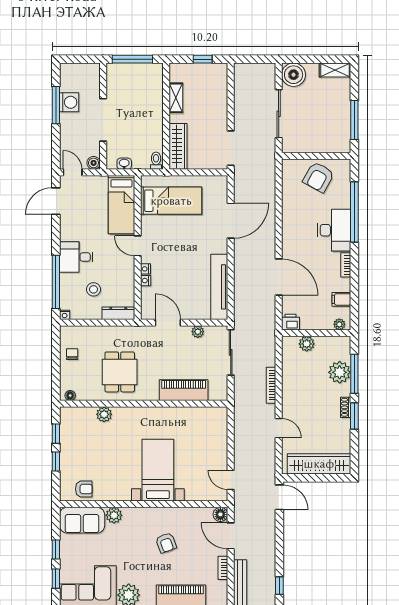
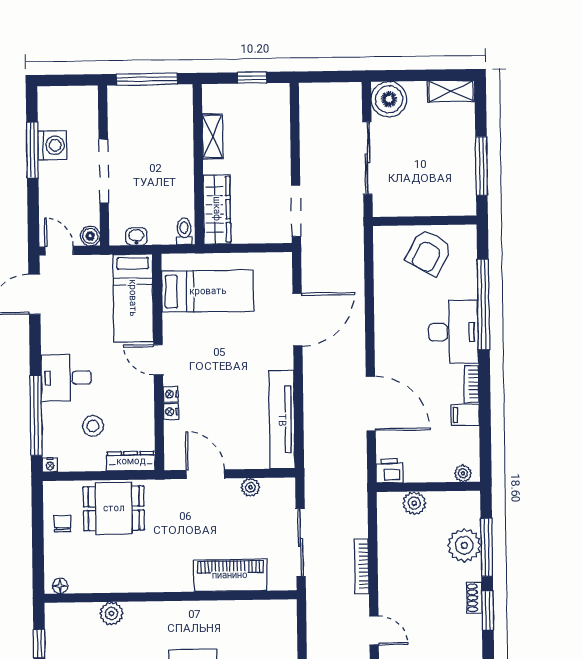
filing cabinet: (341, 299) -> (465, 415), moved
sliding door: (231, 352) -> (301, 542), moved
dining table: (120, 372) -> (114, 508), moved, turned 90

